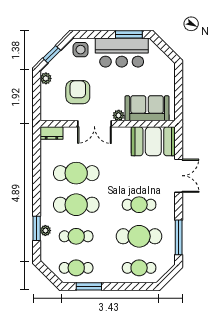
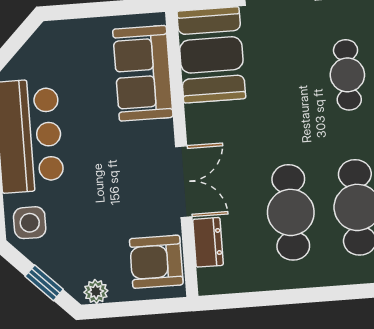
armchair: (78, 92) -> (156, 262), moved
plant: (119, 115) -> (162, 132), removed
dresser: (51, 133) -> (208, 242), moved

